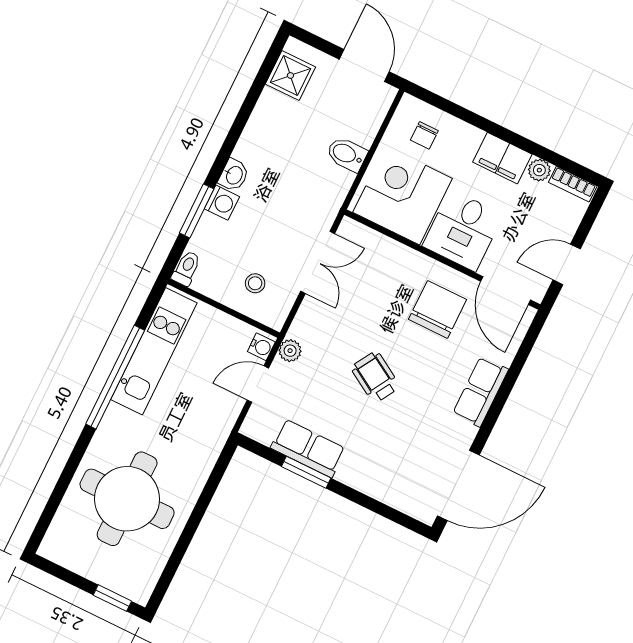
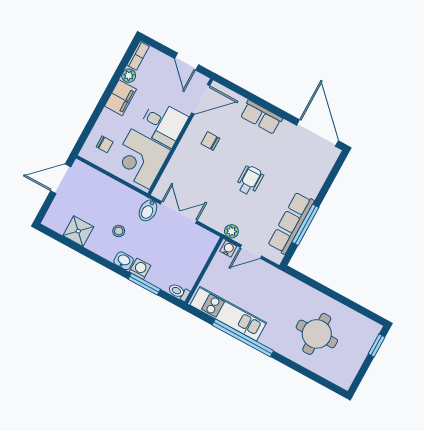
shower: (290, 75) -> (78, 231), moved
bidet: (347, 154) -> (148, 210), moved
stool: (255, 283) -> (119, 231), moved
chair: (438, 309) -> (210, 141), width x0.54, depth x0.54
wheelchair: (375, 377) -> (250, 180), turned 149
door: (258, 384) -> (251, 252), hinge flipped
row of seats: (308, 448) -> (291, 223), width x1.48
window: (306, 472) -> (305, 225), width x1.44
round table: (127, 499) -> (317, 334), width x0.73, depth x0.73

